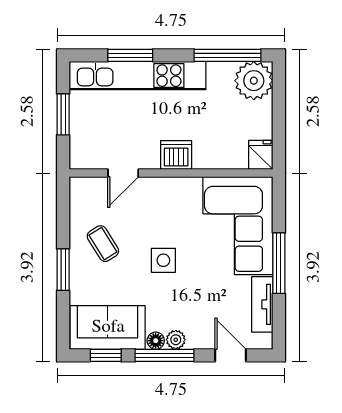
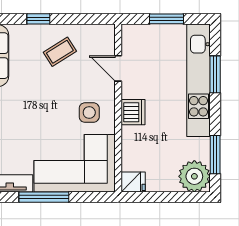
window: (227, 55) -> (215, 155), width x0.69
side table: (163, 260) -> (89, 113), moved
window: (63, 270) -> (38, 19), width x0.67

